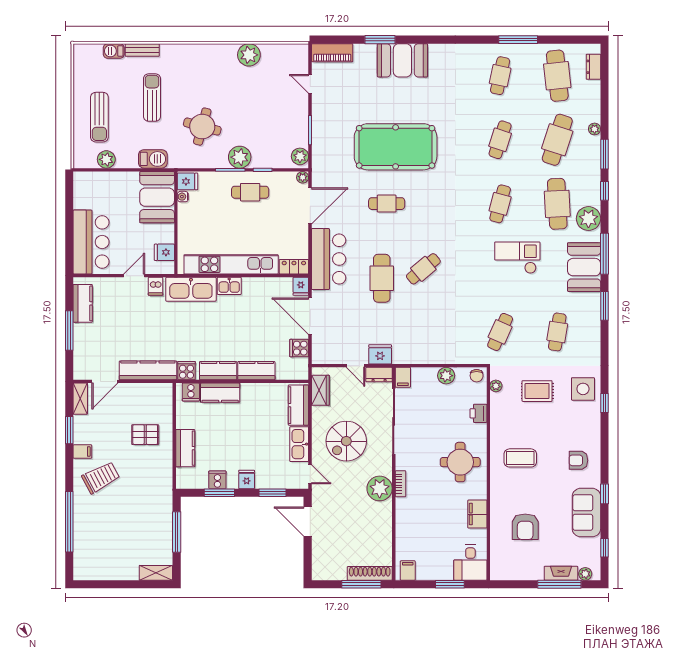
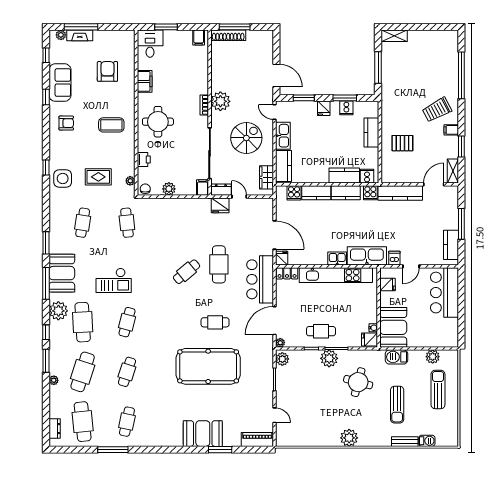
plant: (249, 55) -> (349, 438), moved
cafe table: (500, 332) -> (127, 223), turned -30
cooker: (299, 348) -> (294, 193), moved, turned 90

